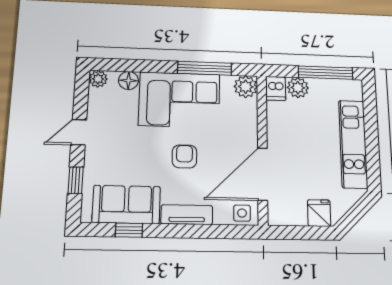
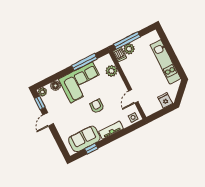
window: (325, 73) -> (127, 40), moved
plant: (246, 87) -> (112, 71), moved
door: (263, 174) -> (133, 96), width x0.53
window: (76, 180) -> (40, 103), moved

